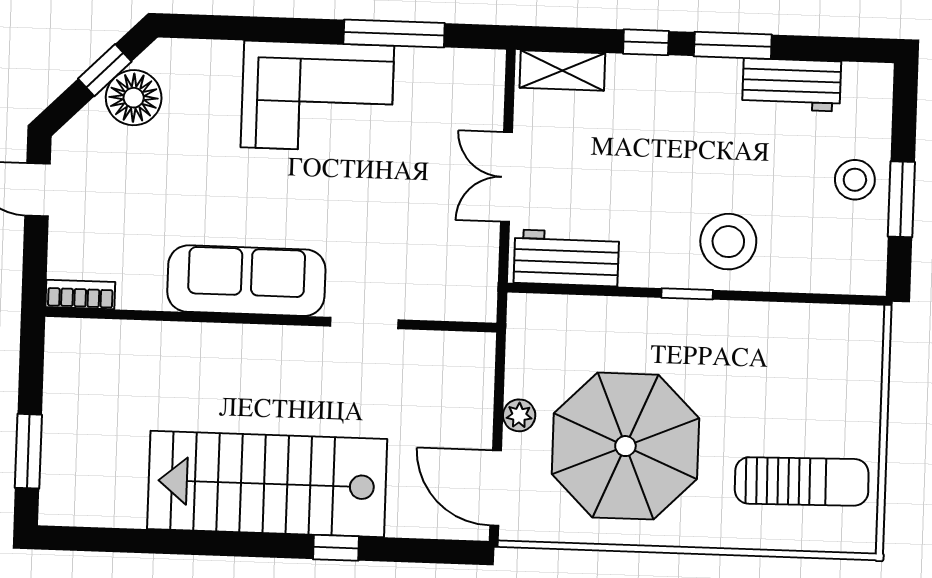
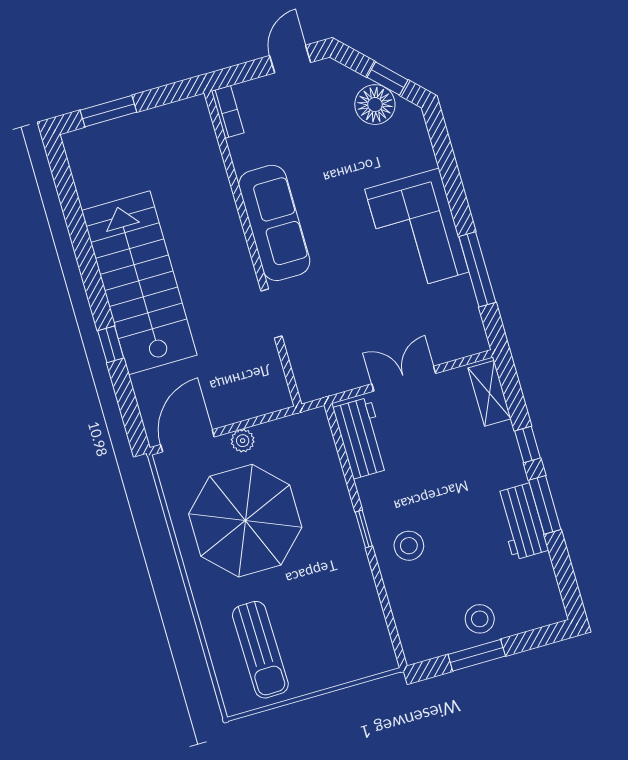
workbench: (792, 85) -> (522, 522), moved
stool: (728, 242) -> (409, 546), width x0.73, depth x0.73

